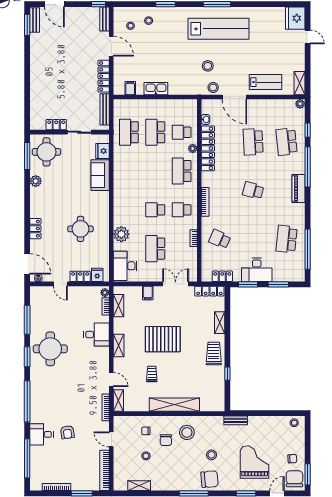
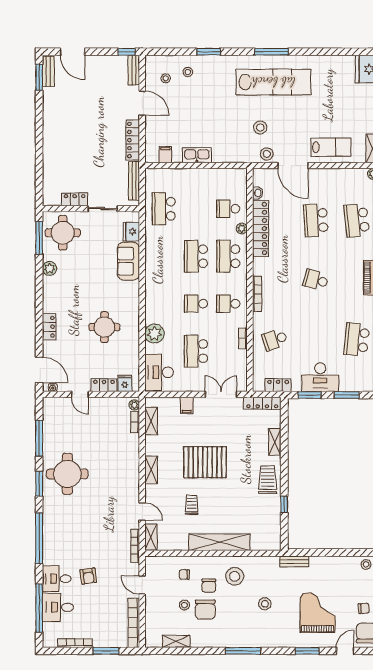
school desk: (155, 132) -> (196, 256), moved
school desk: (220, 239) -> (275, 340), turned -42
desk: (96, 335) -> (58, 607), moved, turned 180
chair: (210, 479) -> (205, 610), moved, turned 95

